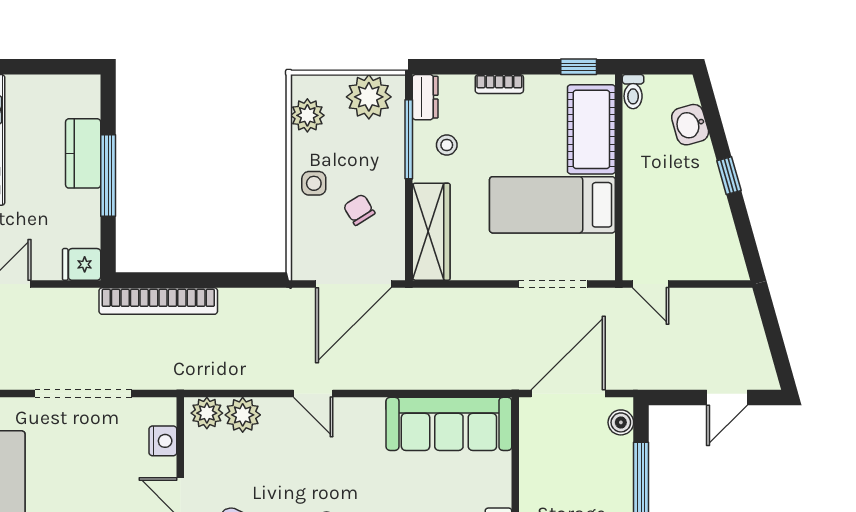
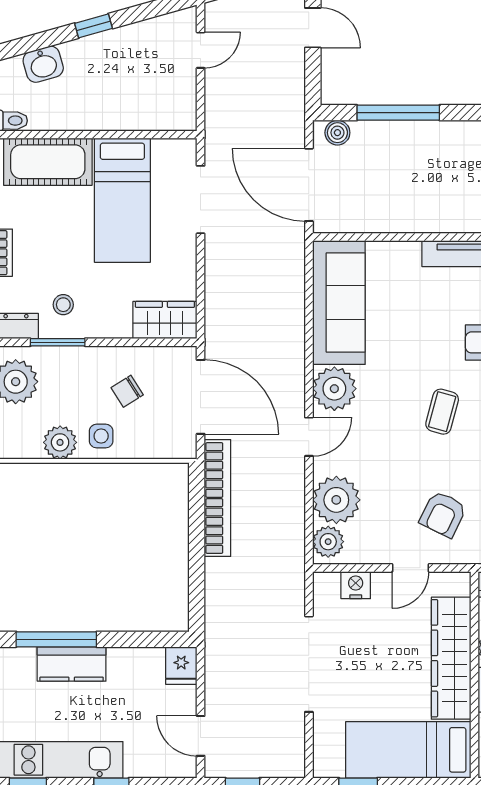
plant: (307, 115) -> (60, 442), moved
window: (409, 139) -> (58, 342), width x0.69
window: (108, 175) -> (56, 639), moved
wardrobe: (431, 232) -> (165, 320), width x0.67
door: (651, 284) -> (201, 50), moved
bookcase: (158, 301) -> (217, 498), moved
plant: (243, 415) -> (336, 500), width x1.36, depth x1.36
plant: (362, 419) -> (334, 389), added

